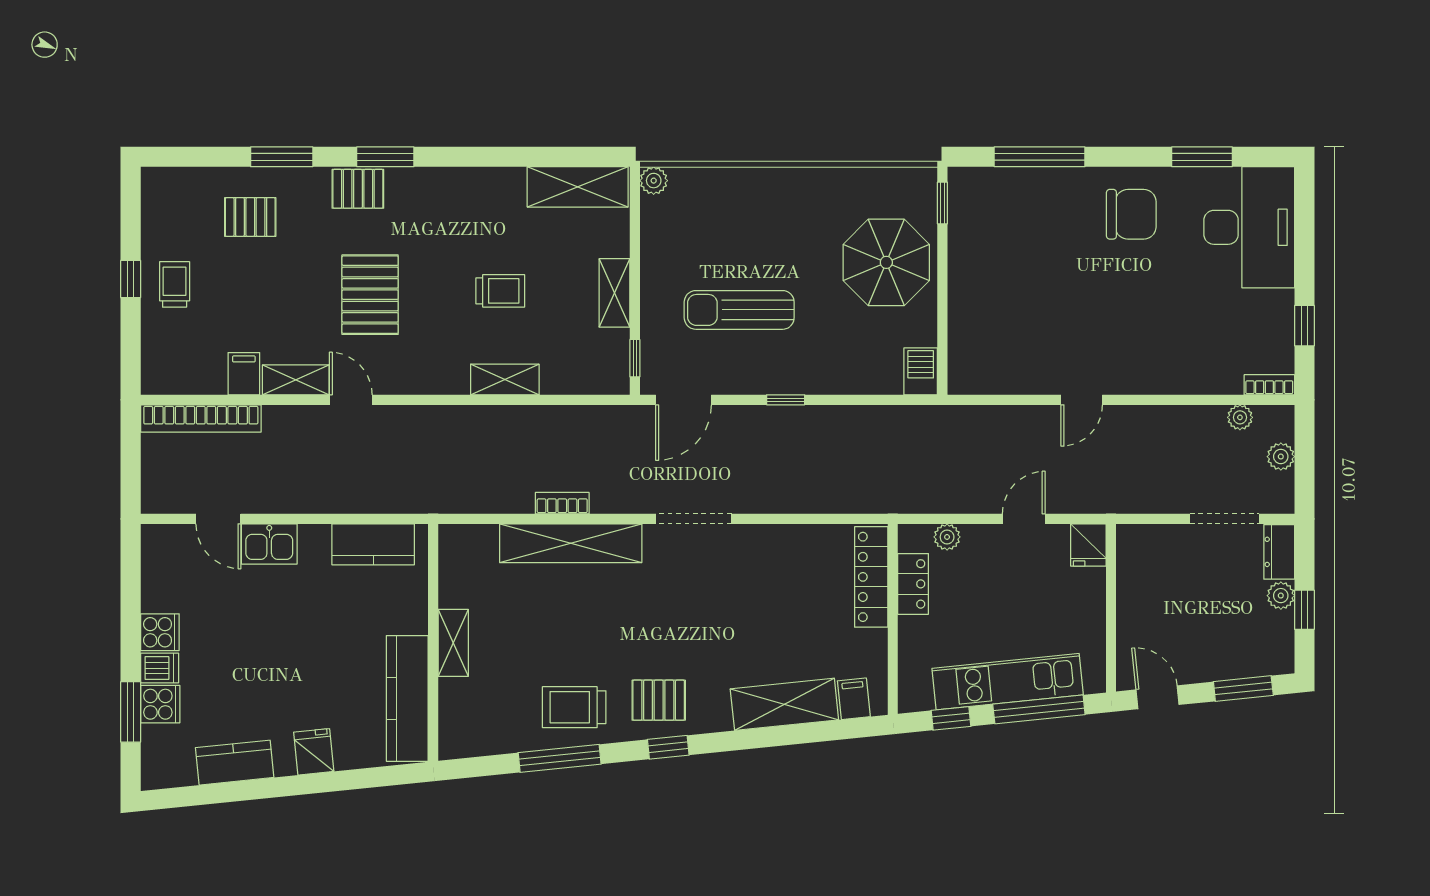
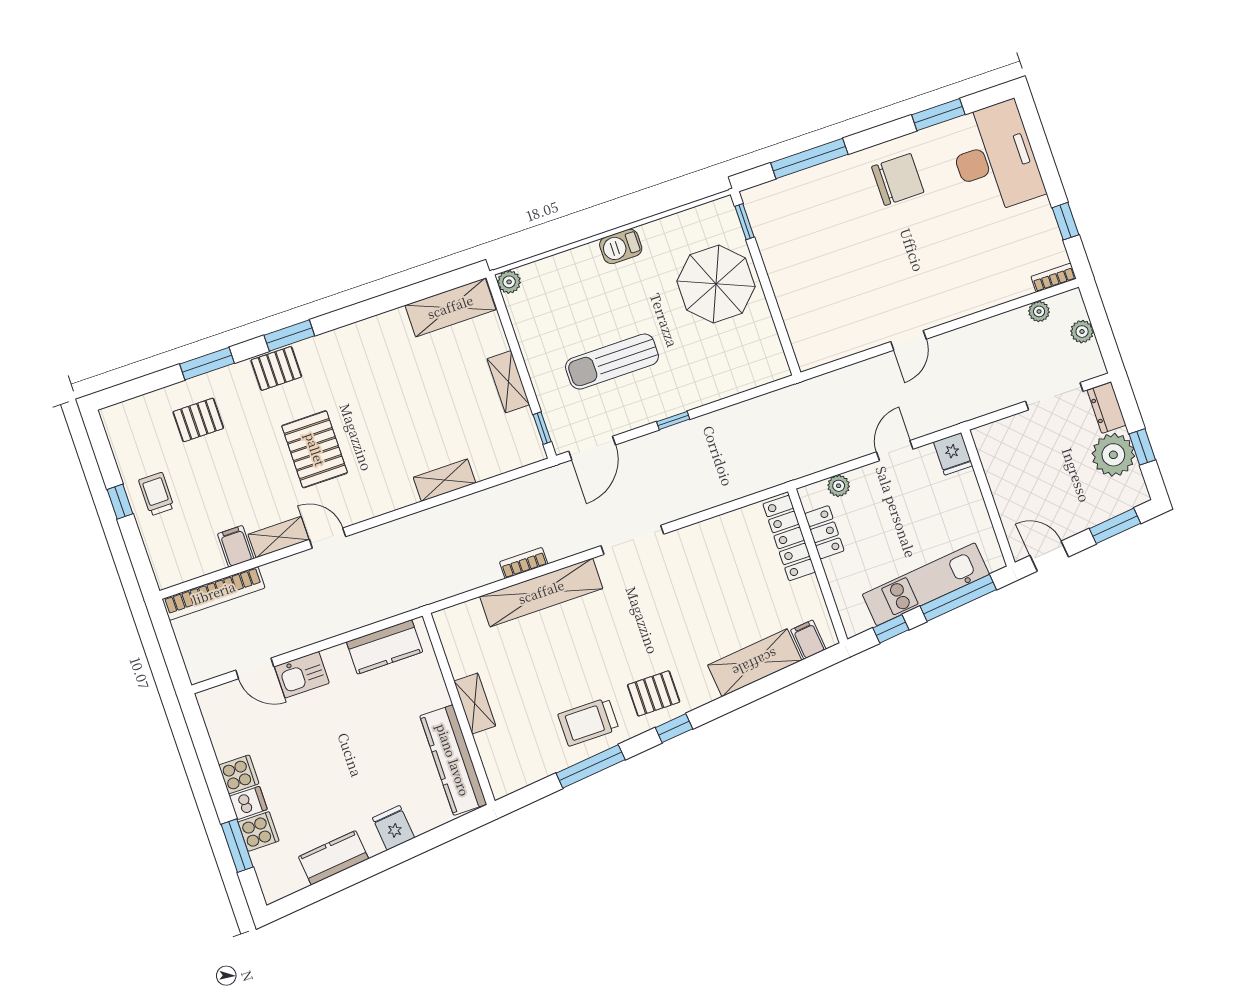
trolley: (500, 291) -> (417, 411), removed
barbecue: (921, 371) -> (621, 246), moved, turned -90
plant: (1281, 596) -> (1113, 455), width x1.87, depth x1.87

